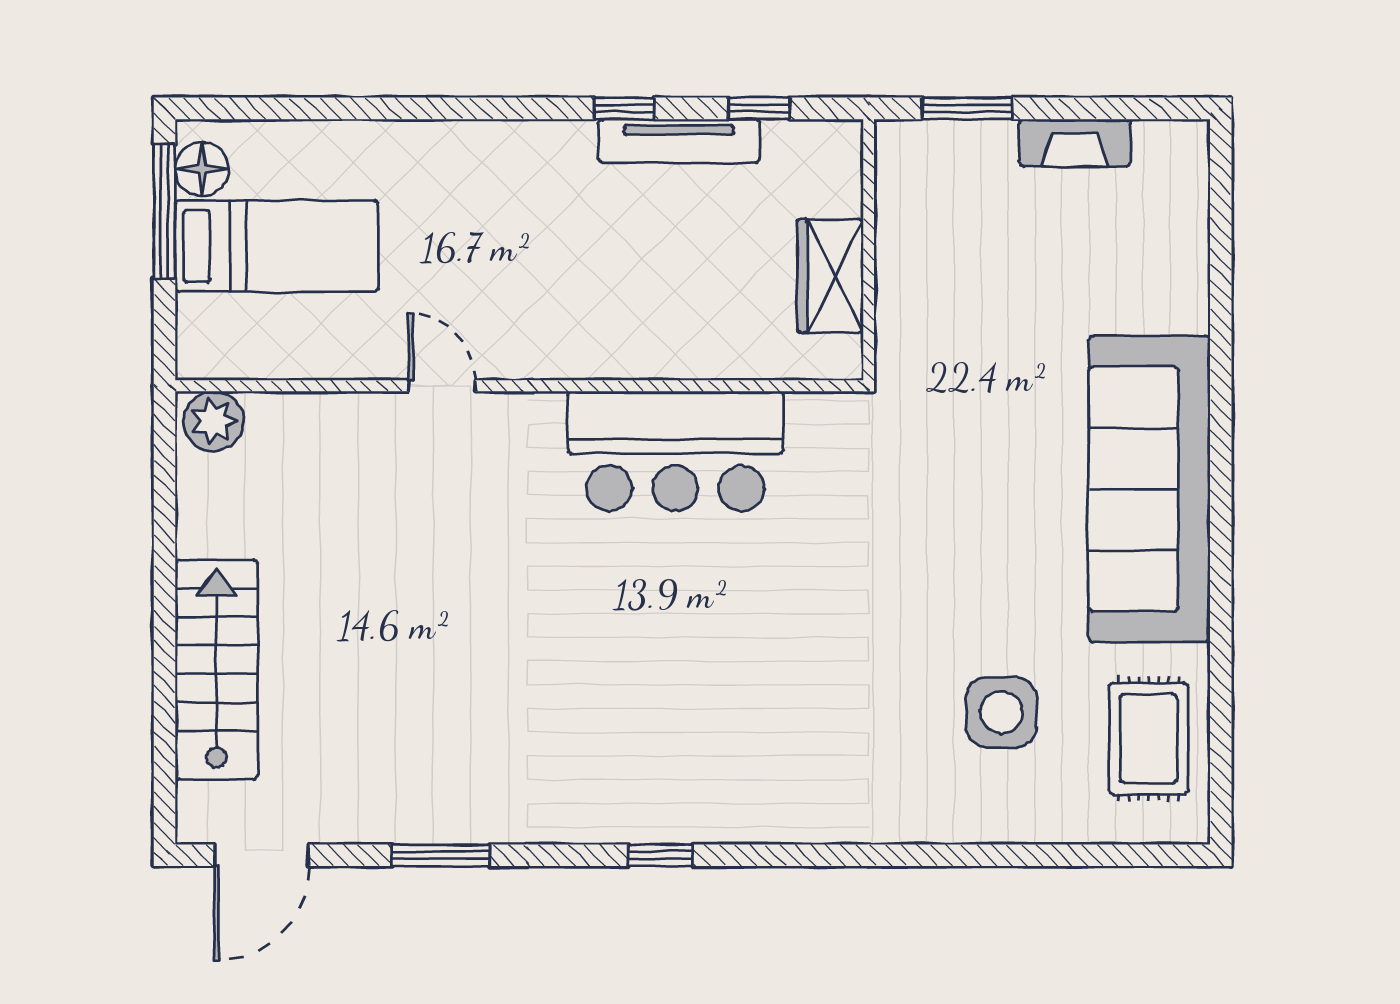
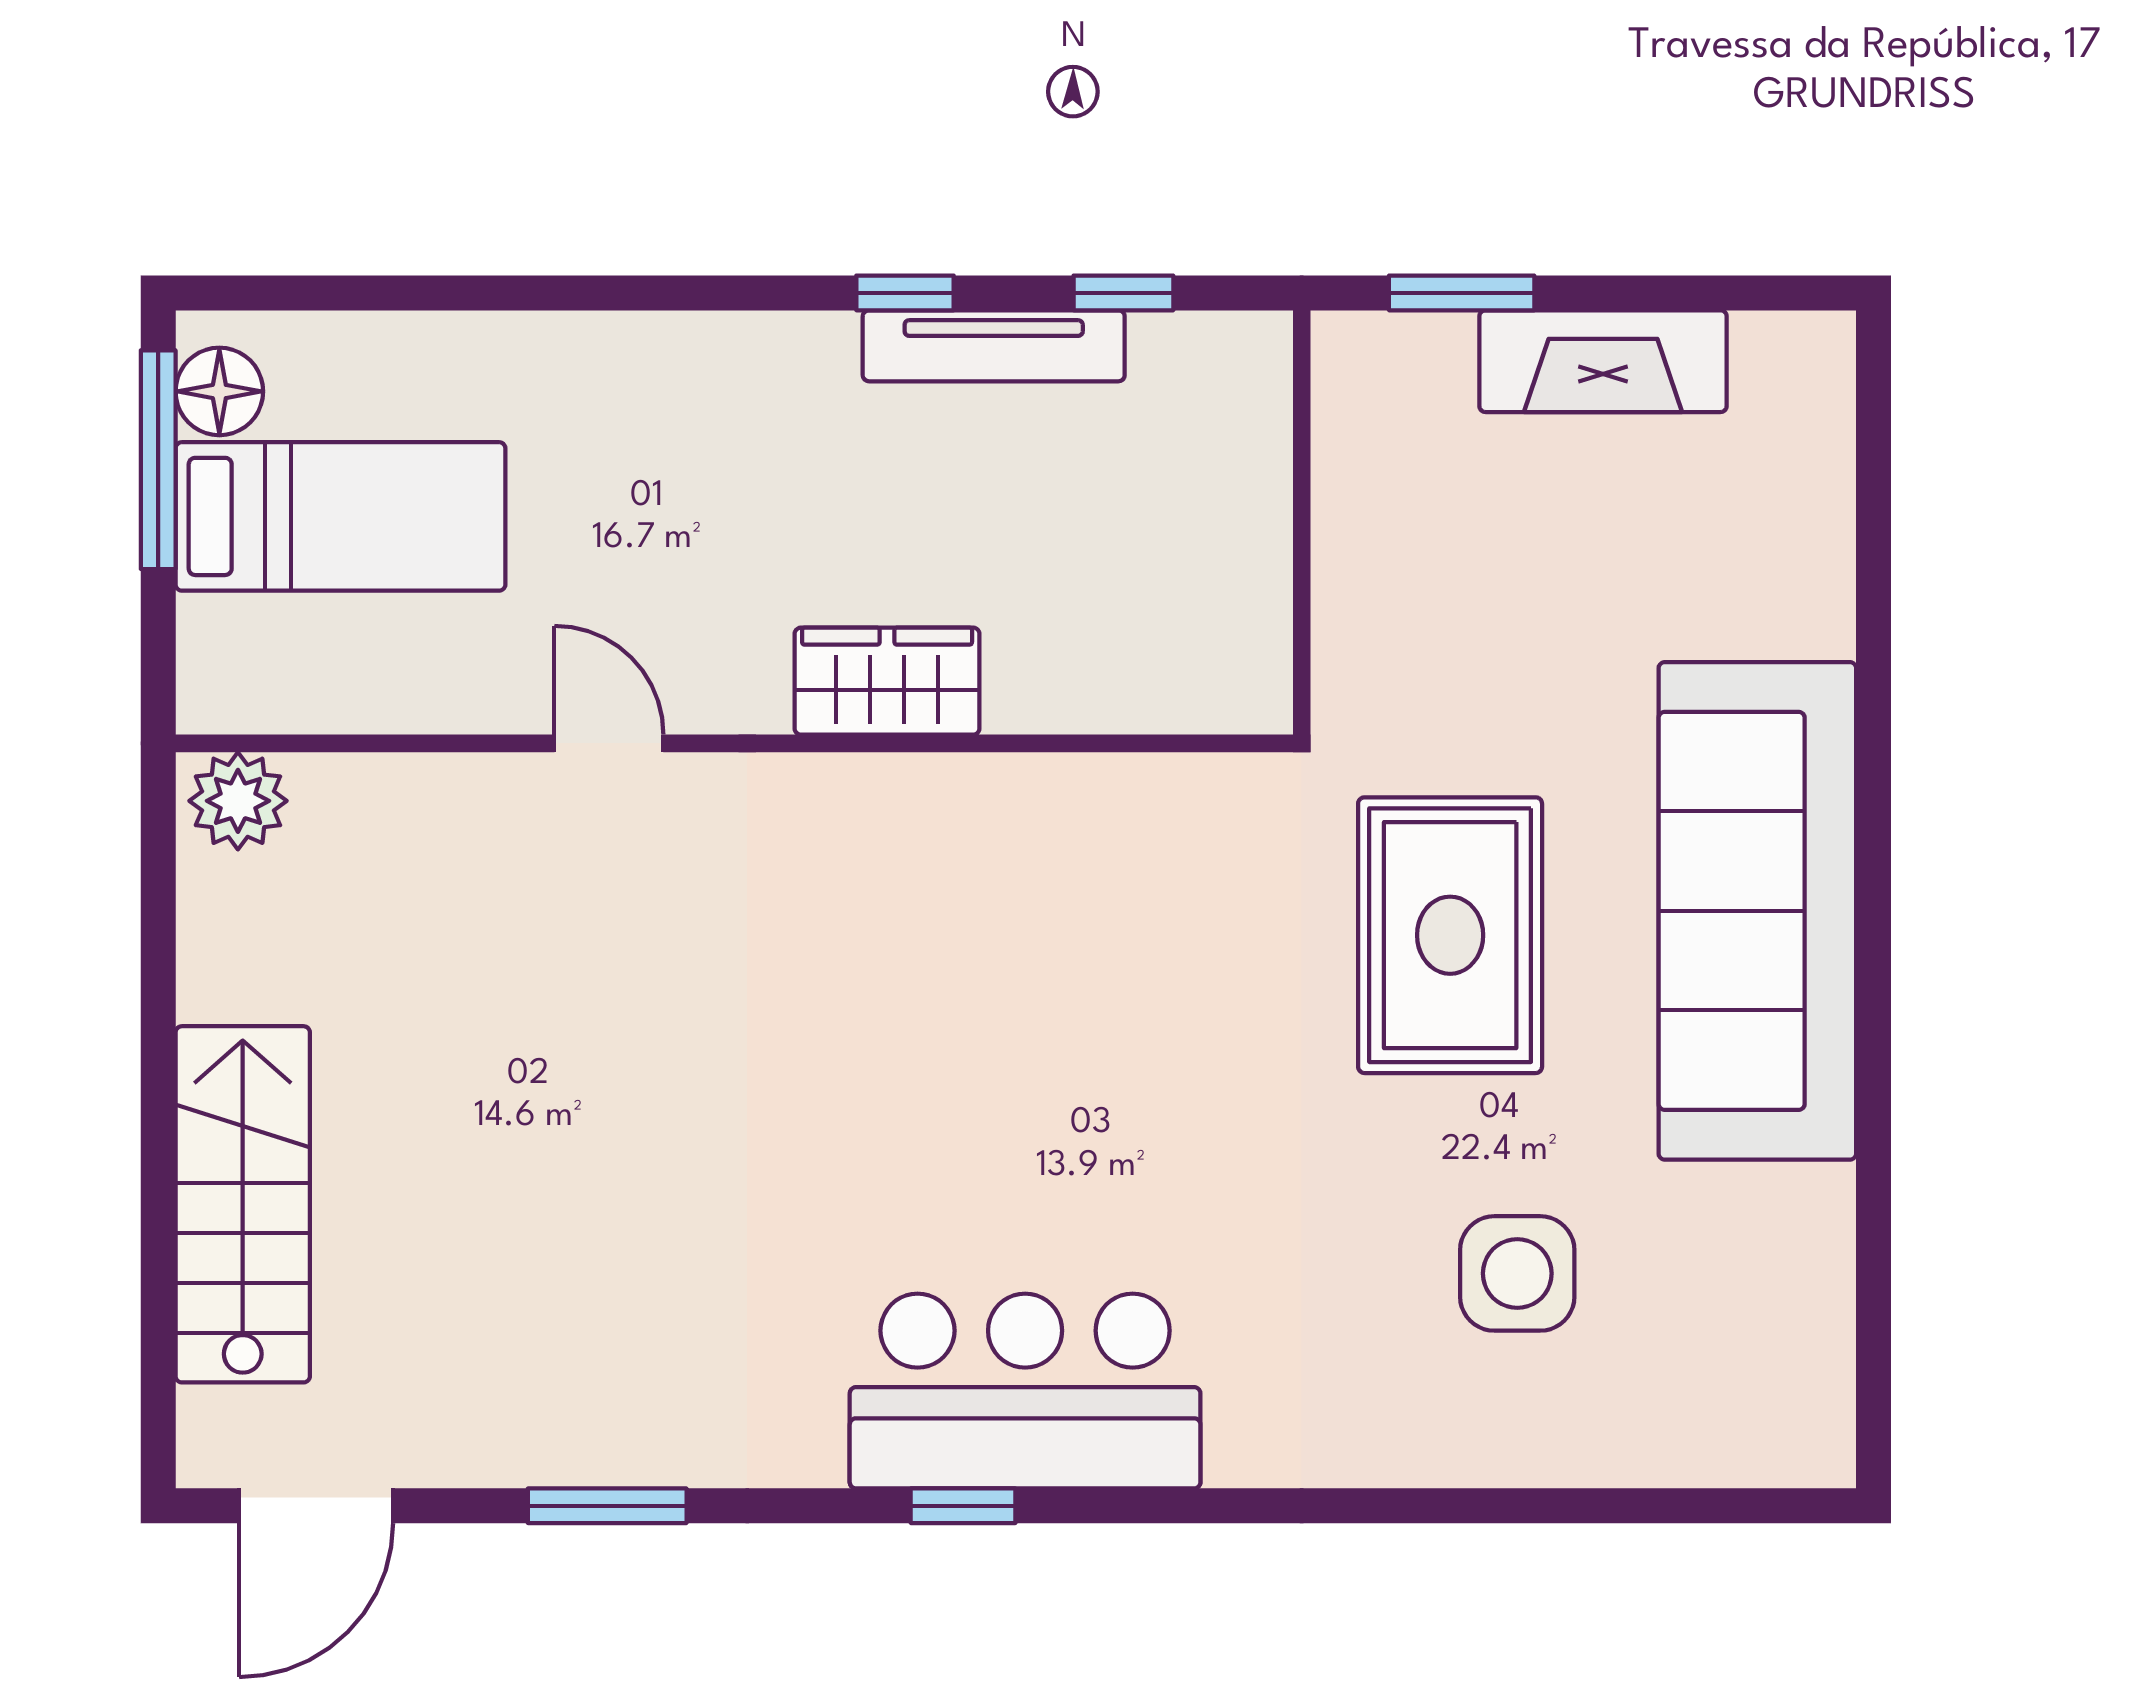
fireplace: (1075, 143) -> (1603, 361), width x1.37, depth x1.32
wardrobe: (830, 276) -> (887, 681), moved, turned 90
bar counter: (675, 451) -> (1025, 1391), moved, turned 180
rug: (1148, 739) -> (1450, 935), moved, width x1.36, depth x1.43

